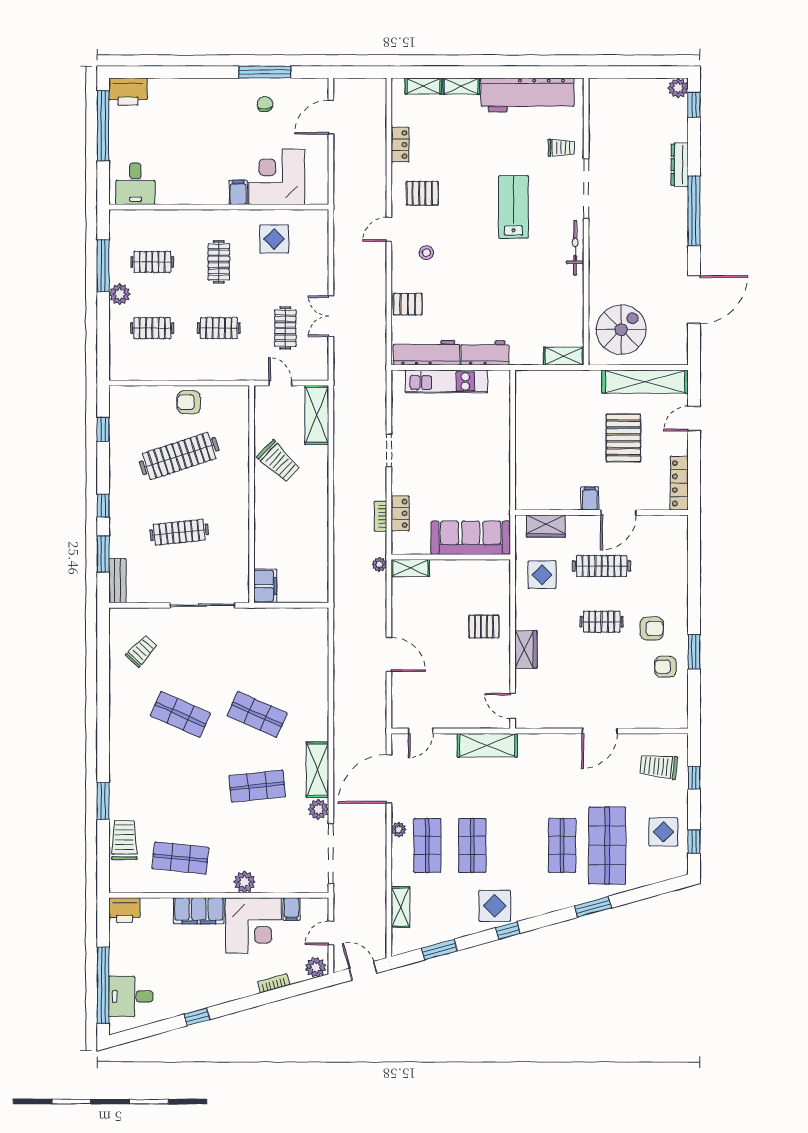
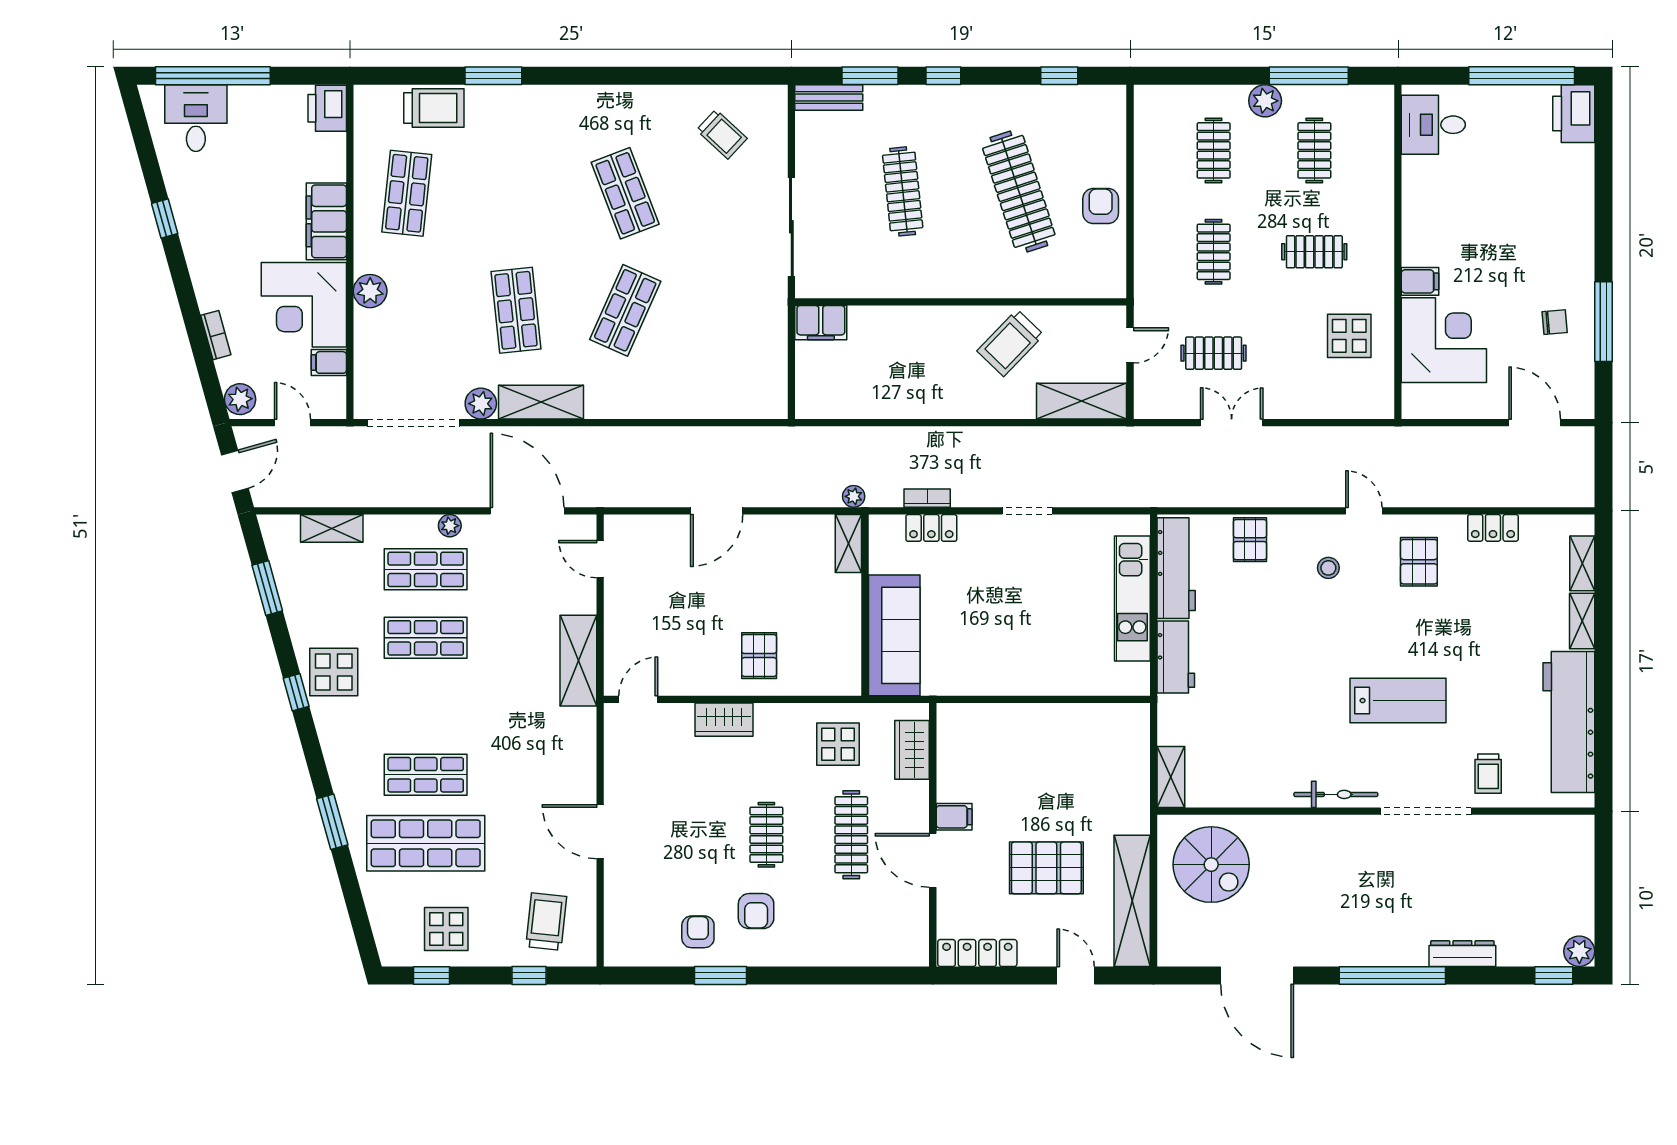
shop shelf: (180, 714) -> (625, 193), turned -45

